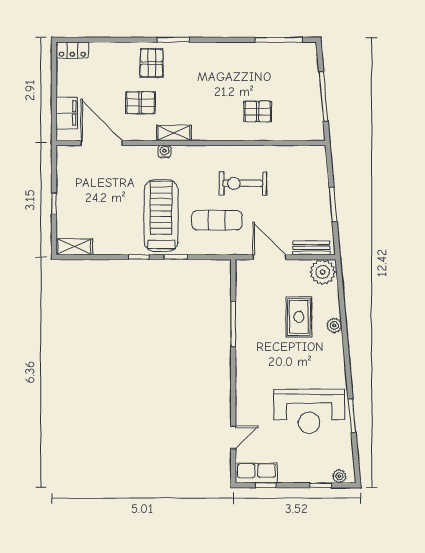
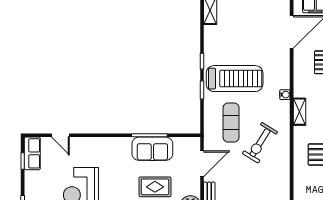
shelving: (174, 133) -> (300, 112), moved
water cooler: (164, 152) -> (285, 95), moved
exercise bike: (243, 183) -> (260, 143), turned -148
sofa: (250, 320) -> (152, 149), added

